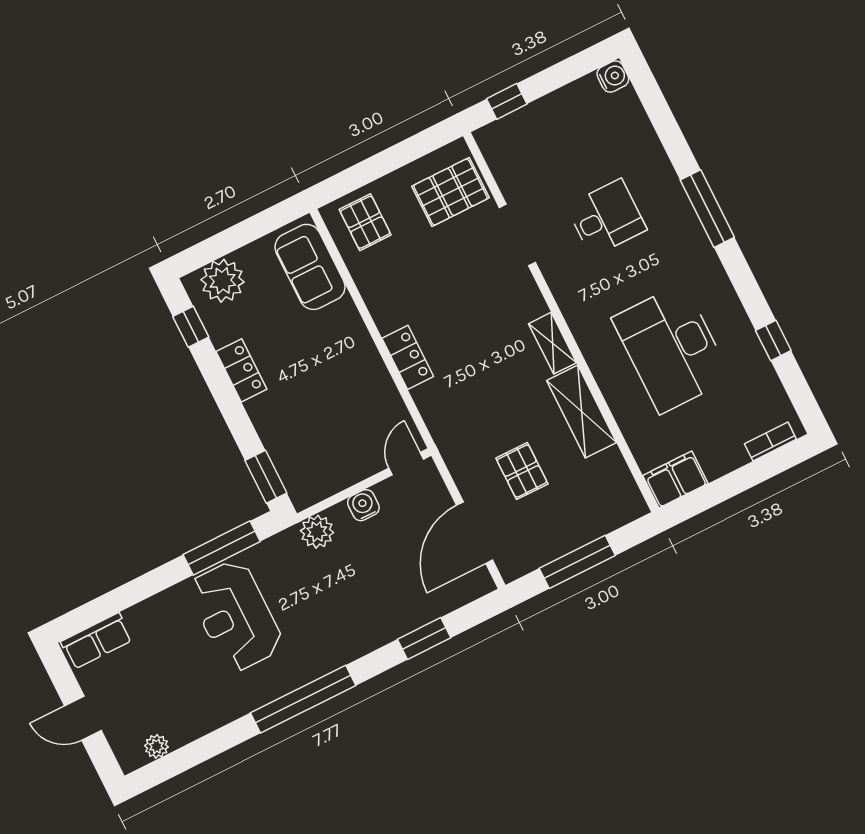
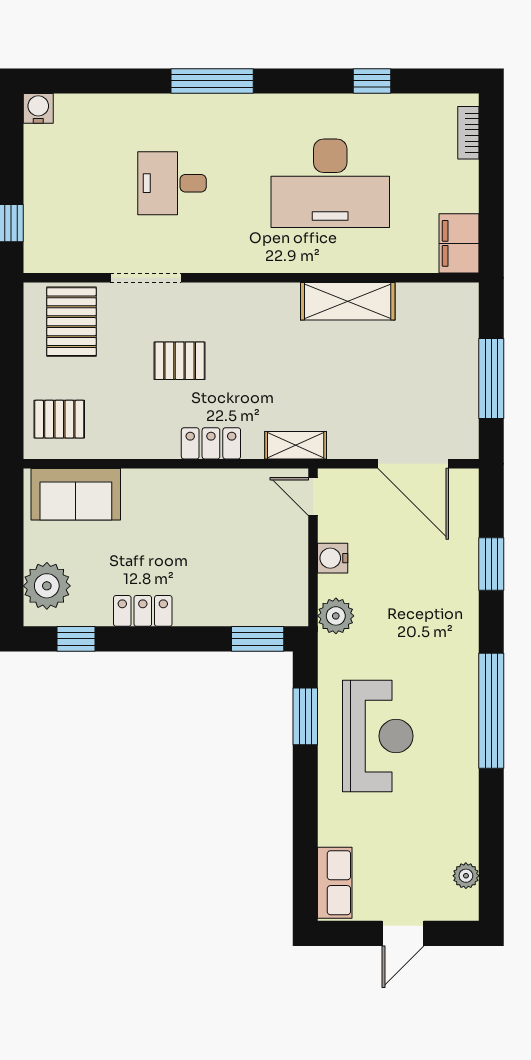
desk: (606, 218) -> (172, 183), turned -90
shelving: (553, 343) -> (296, 445), moved
pallet: (522, 471) -> (180, 361), moved
window: (222, 548) -> (305, 716), width x0.69
reception desk: (235, 616) -> (378, 736), turned -90

